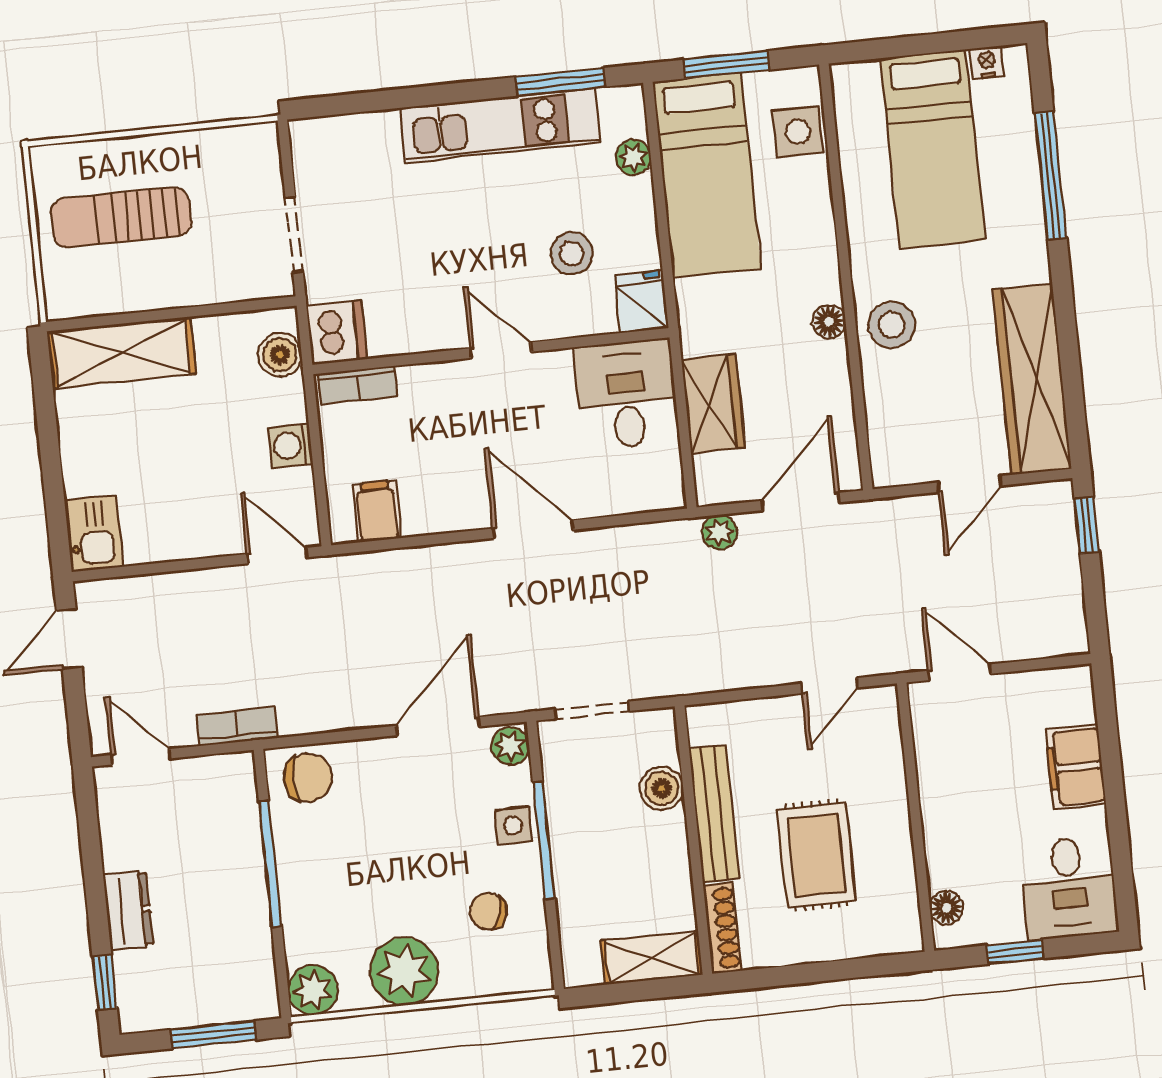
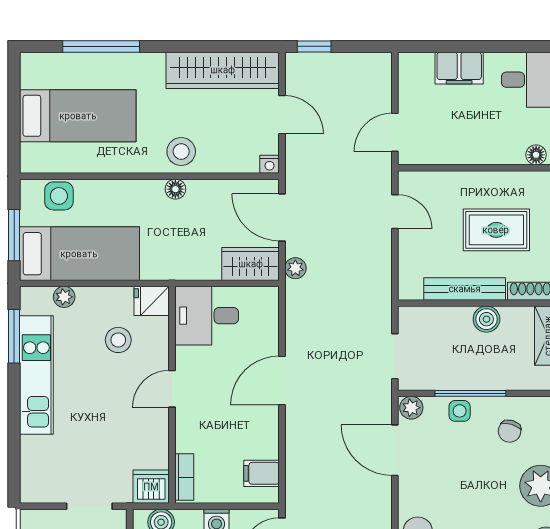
nightstand: (987, 62) -> (270, 164), moved, turned -90
wardrobe: (713, 403) -> (251, 264), moved
boiler: (662, 788) -> (486, 319), moved

